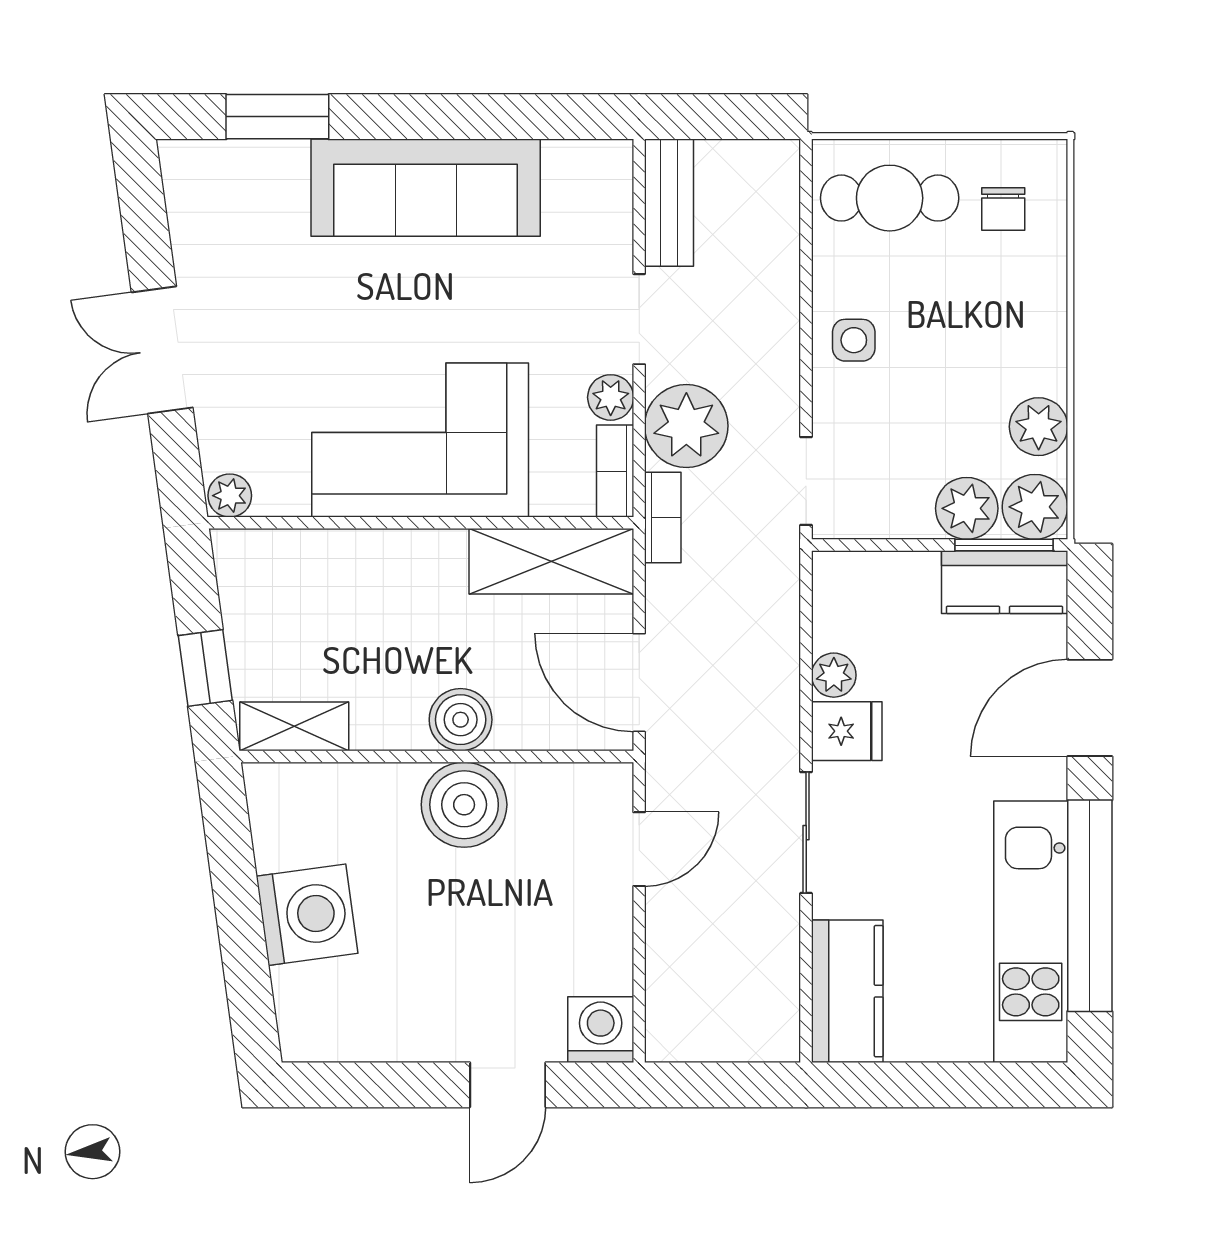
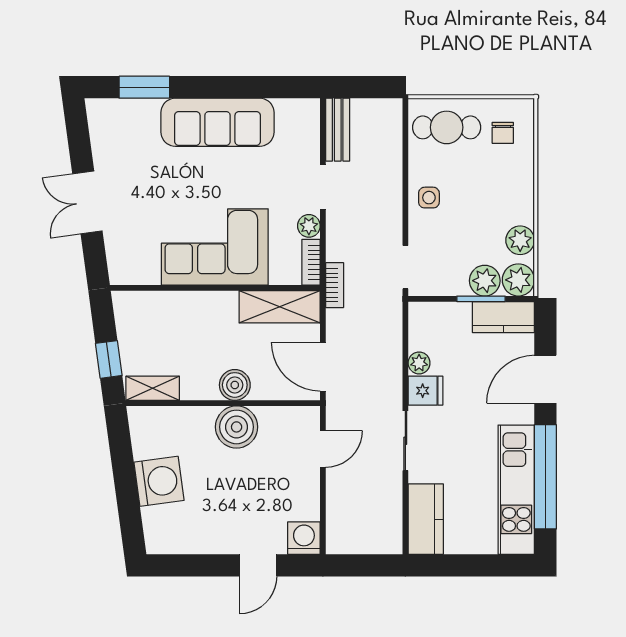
plant: (686, 426) -> (346, 240), removed
plant: (230, 496) -> (121, 274), removed
window: (1004, 545) -> (481, 299), moved

